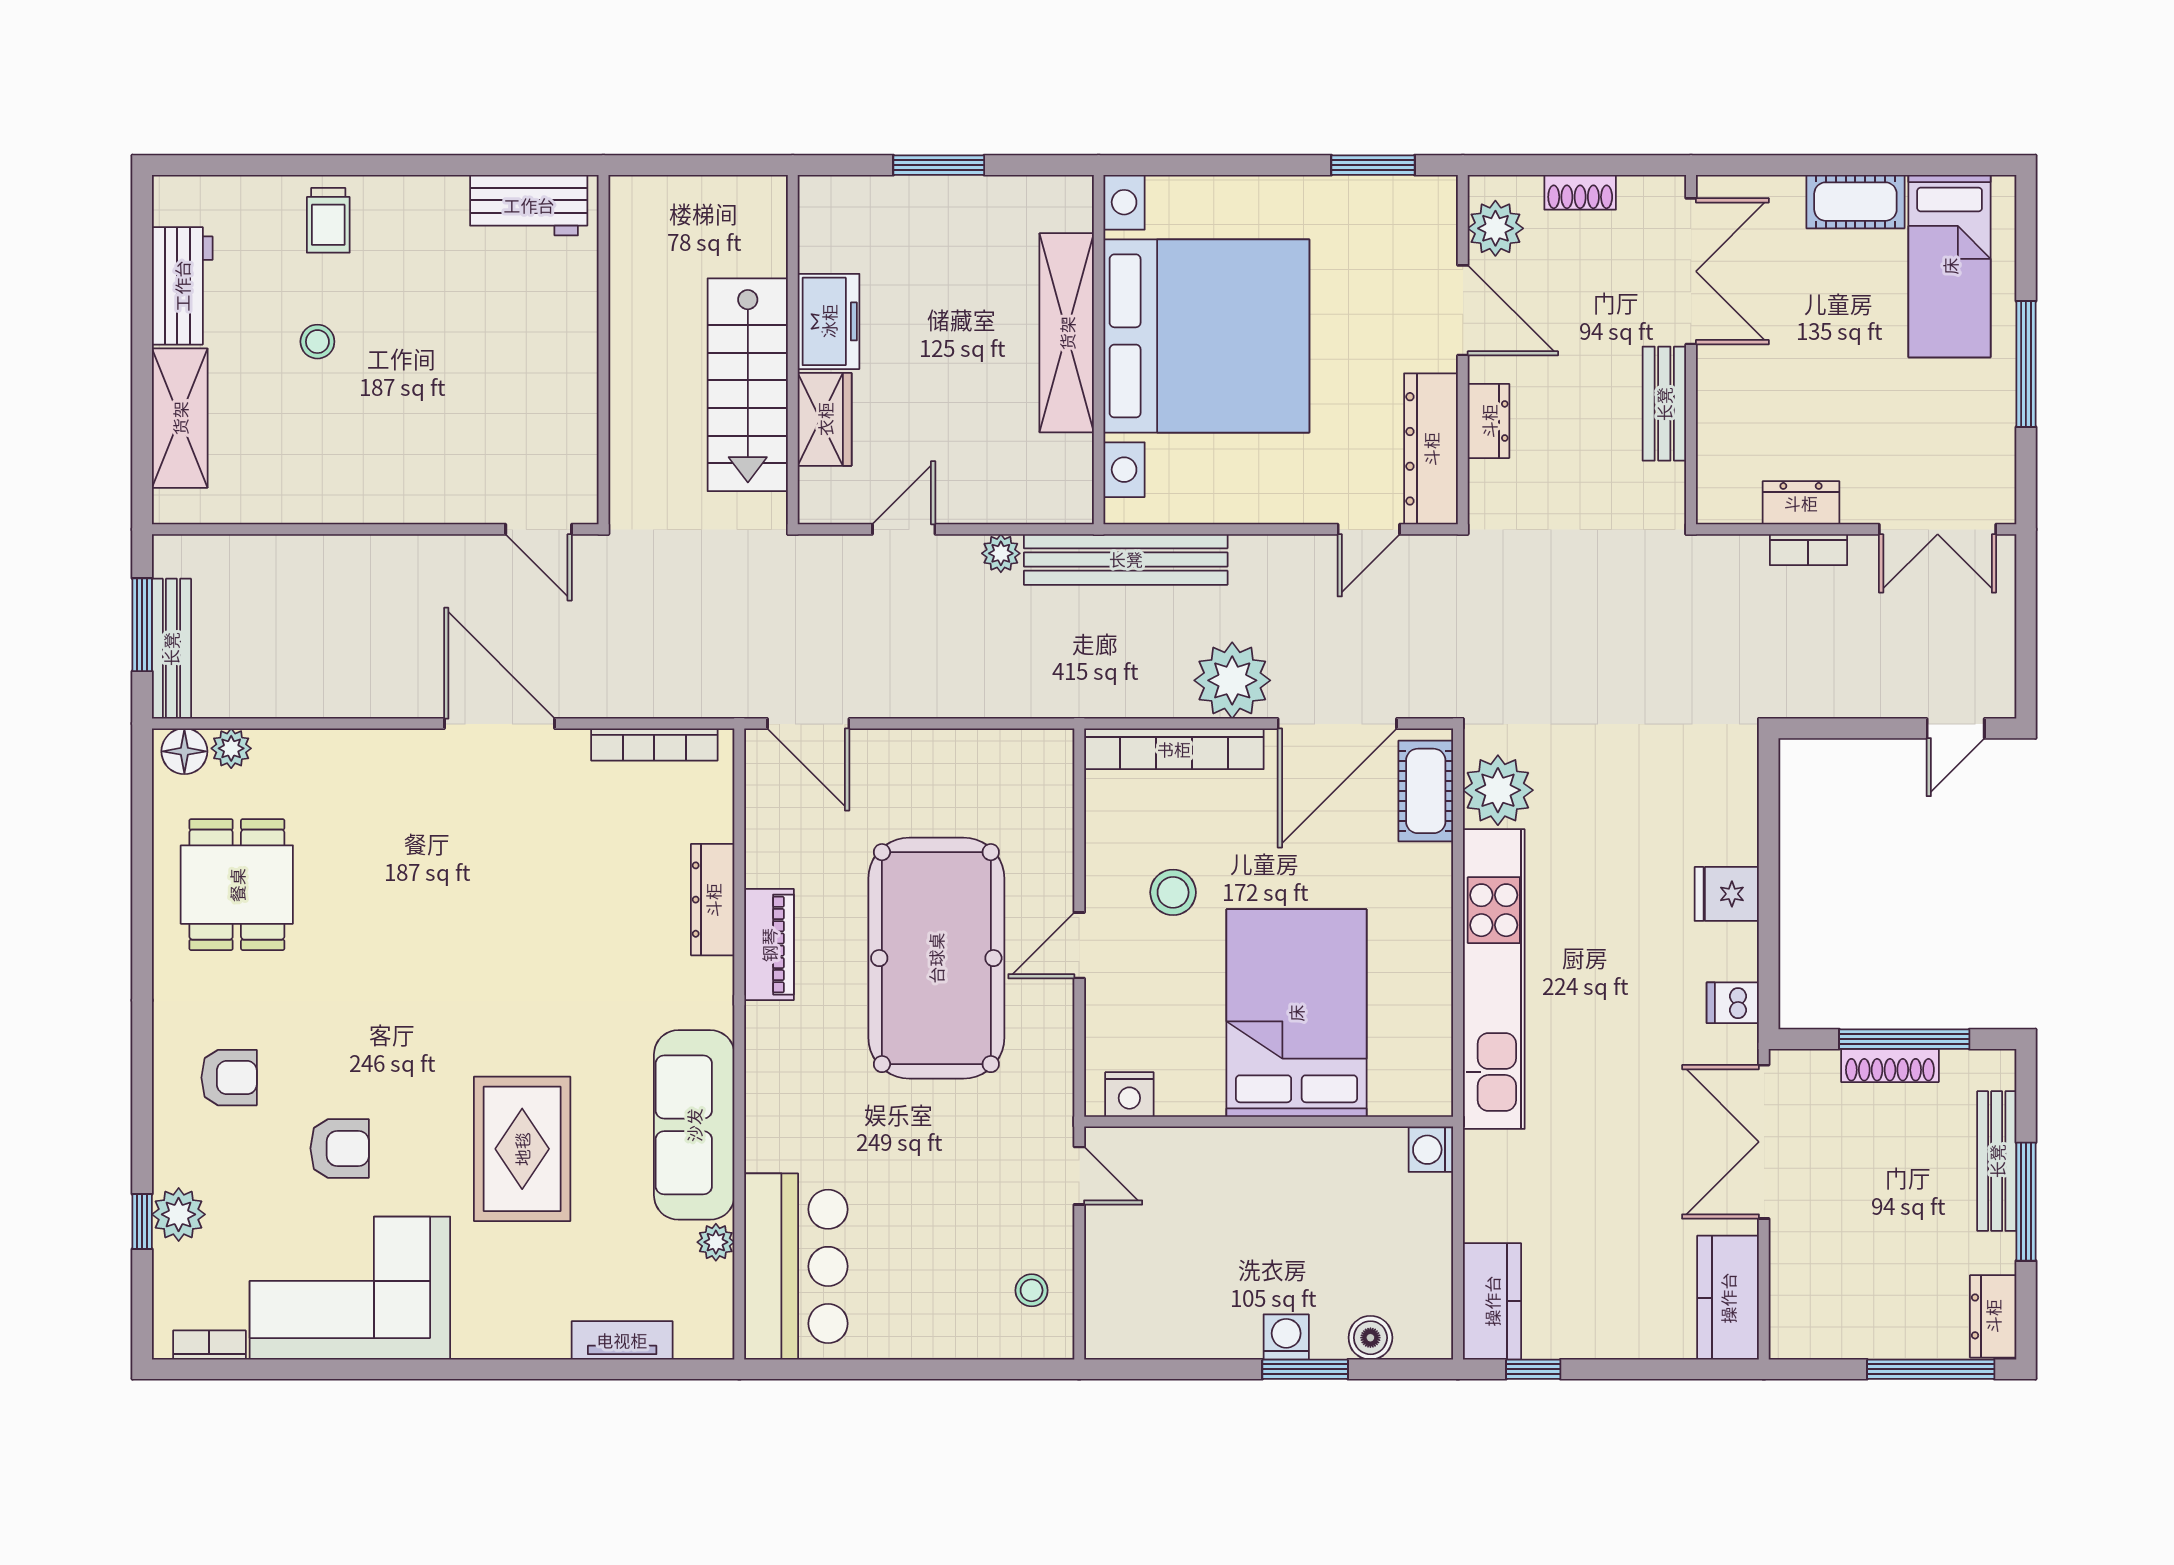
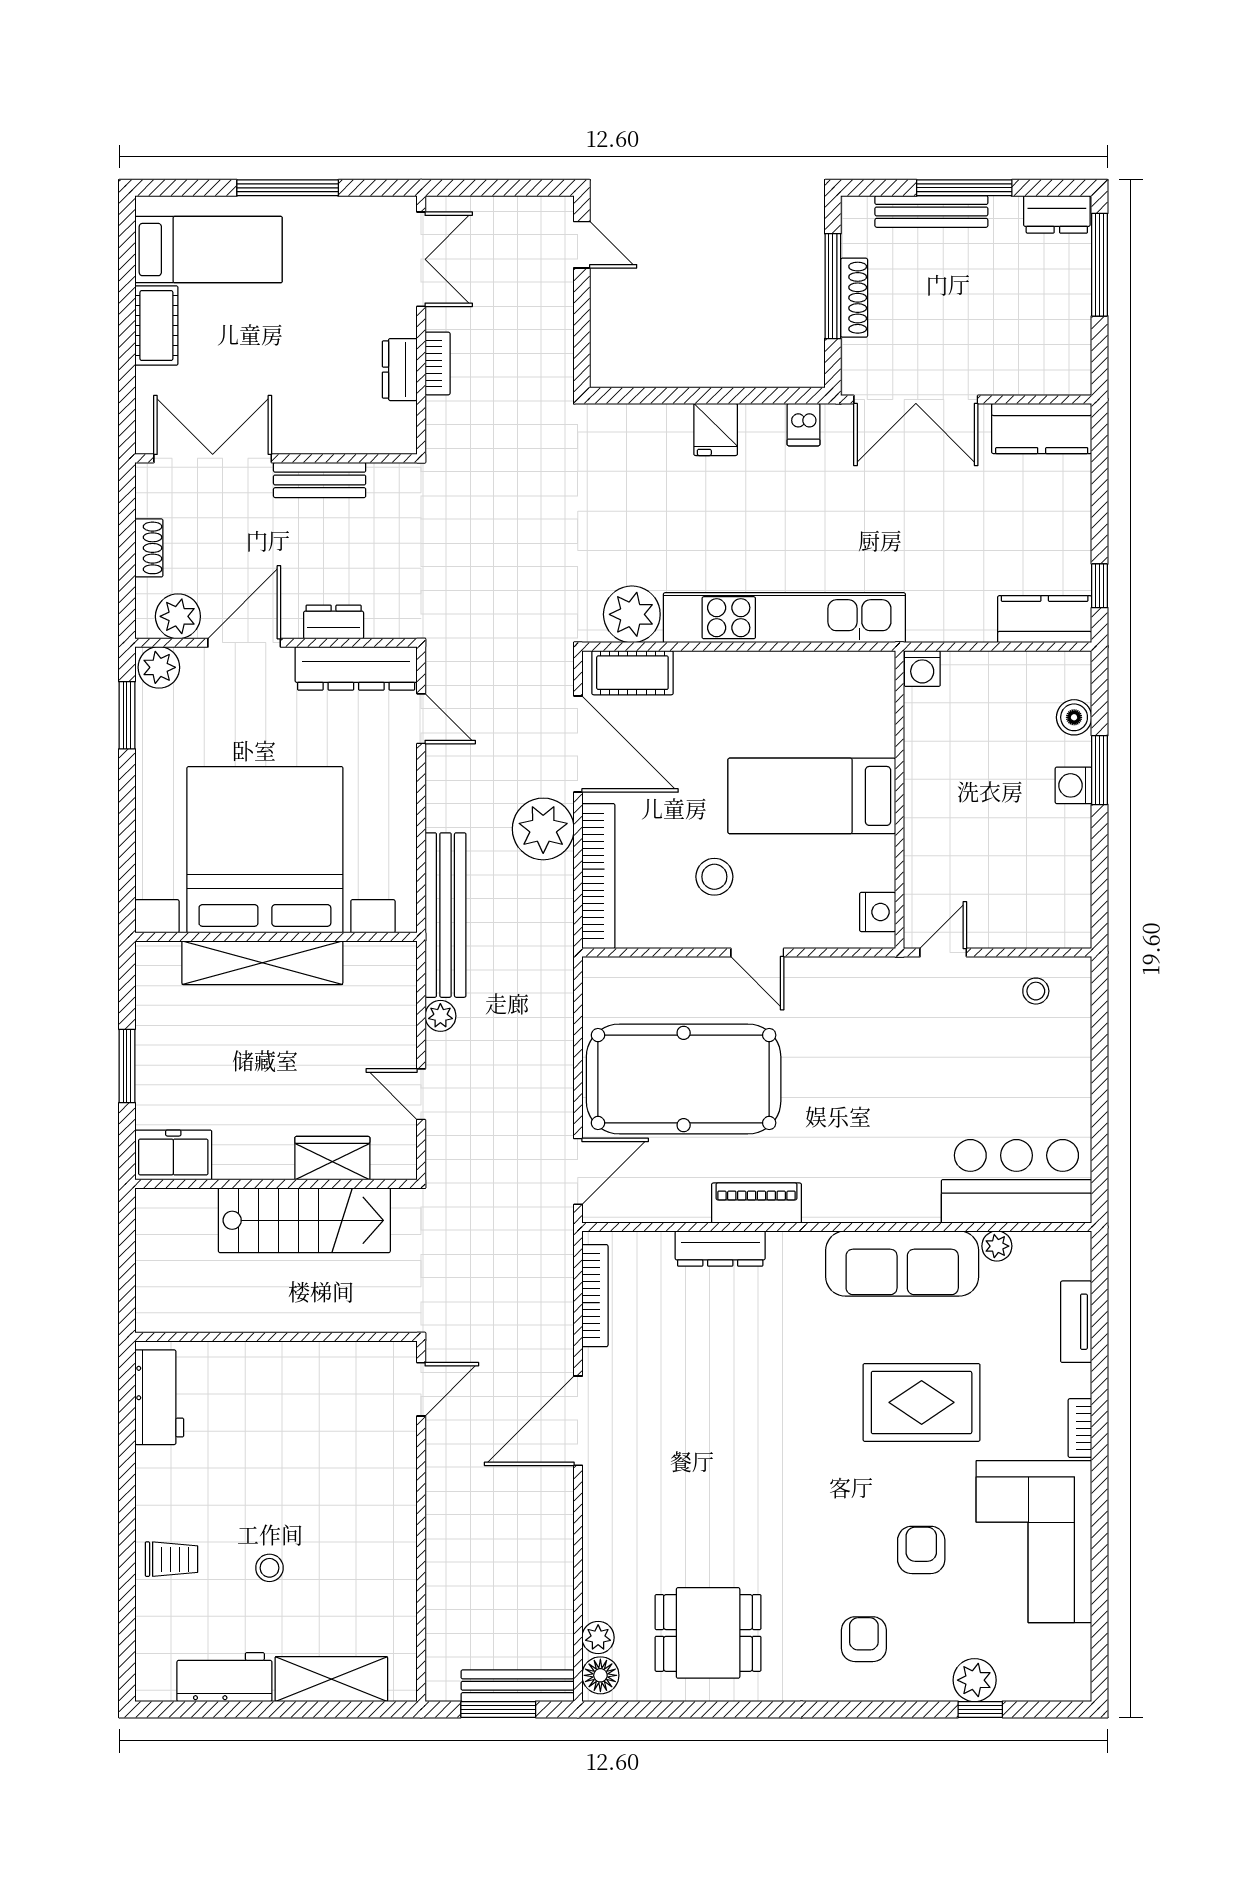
plant: (1432, 205) -> (159, 667), added
freezer: (829, 321) -> (173, 1155), moved
pool table: (936, 958) -> (684, 1079), moved
bed: (1296, 1013) -> (812, 796), width x0.67
bookcase: (209, 1345) -> (1080, 1428), moved

